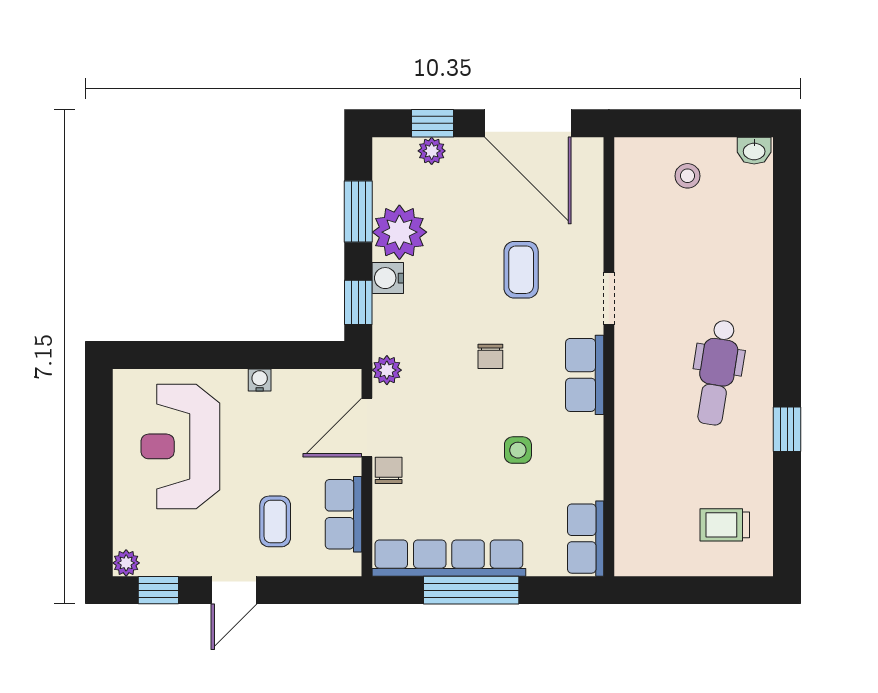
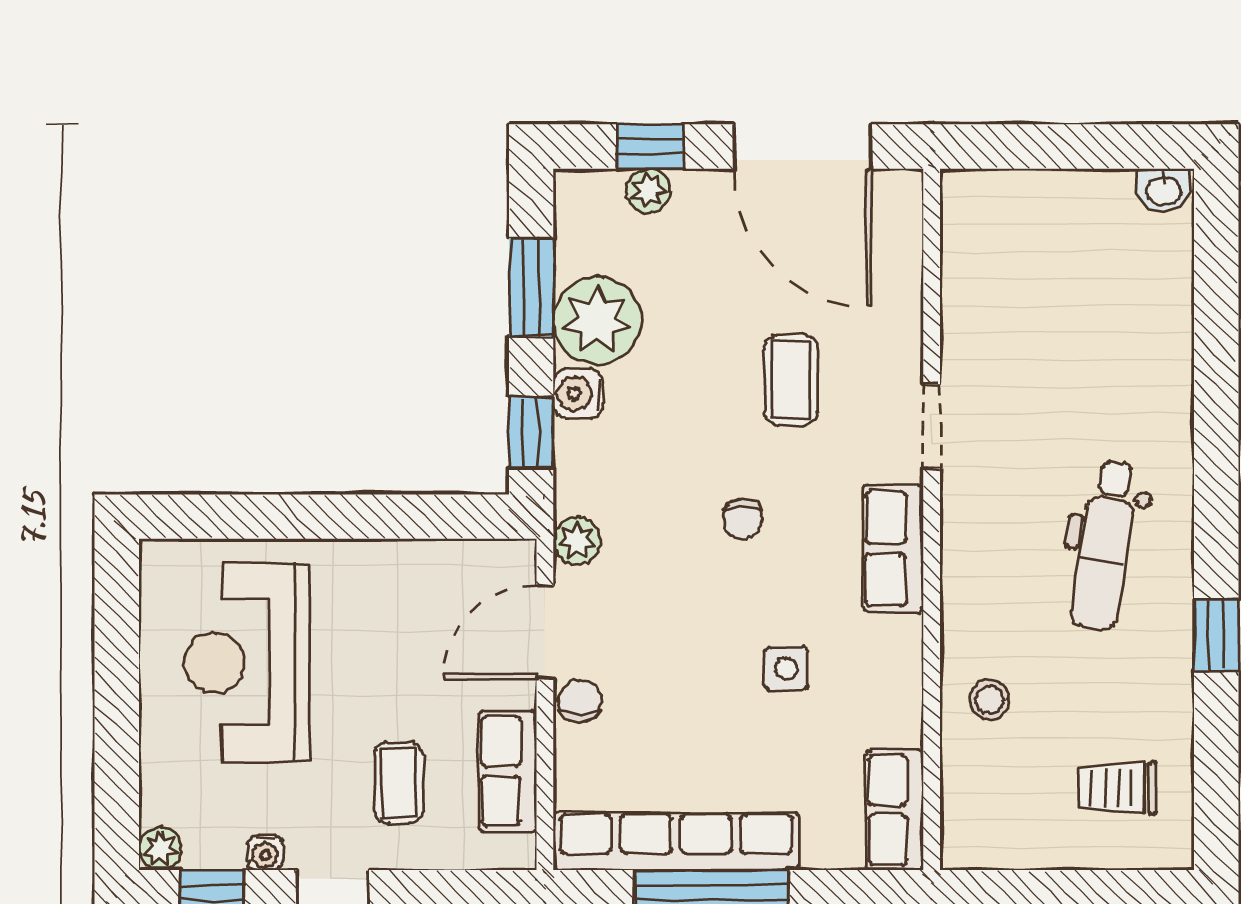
stool: (688, 176) -> (990, 700), moved
water cooler: (260, 380) -> (265, 852), moved, turned 180

